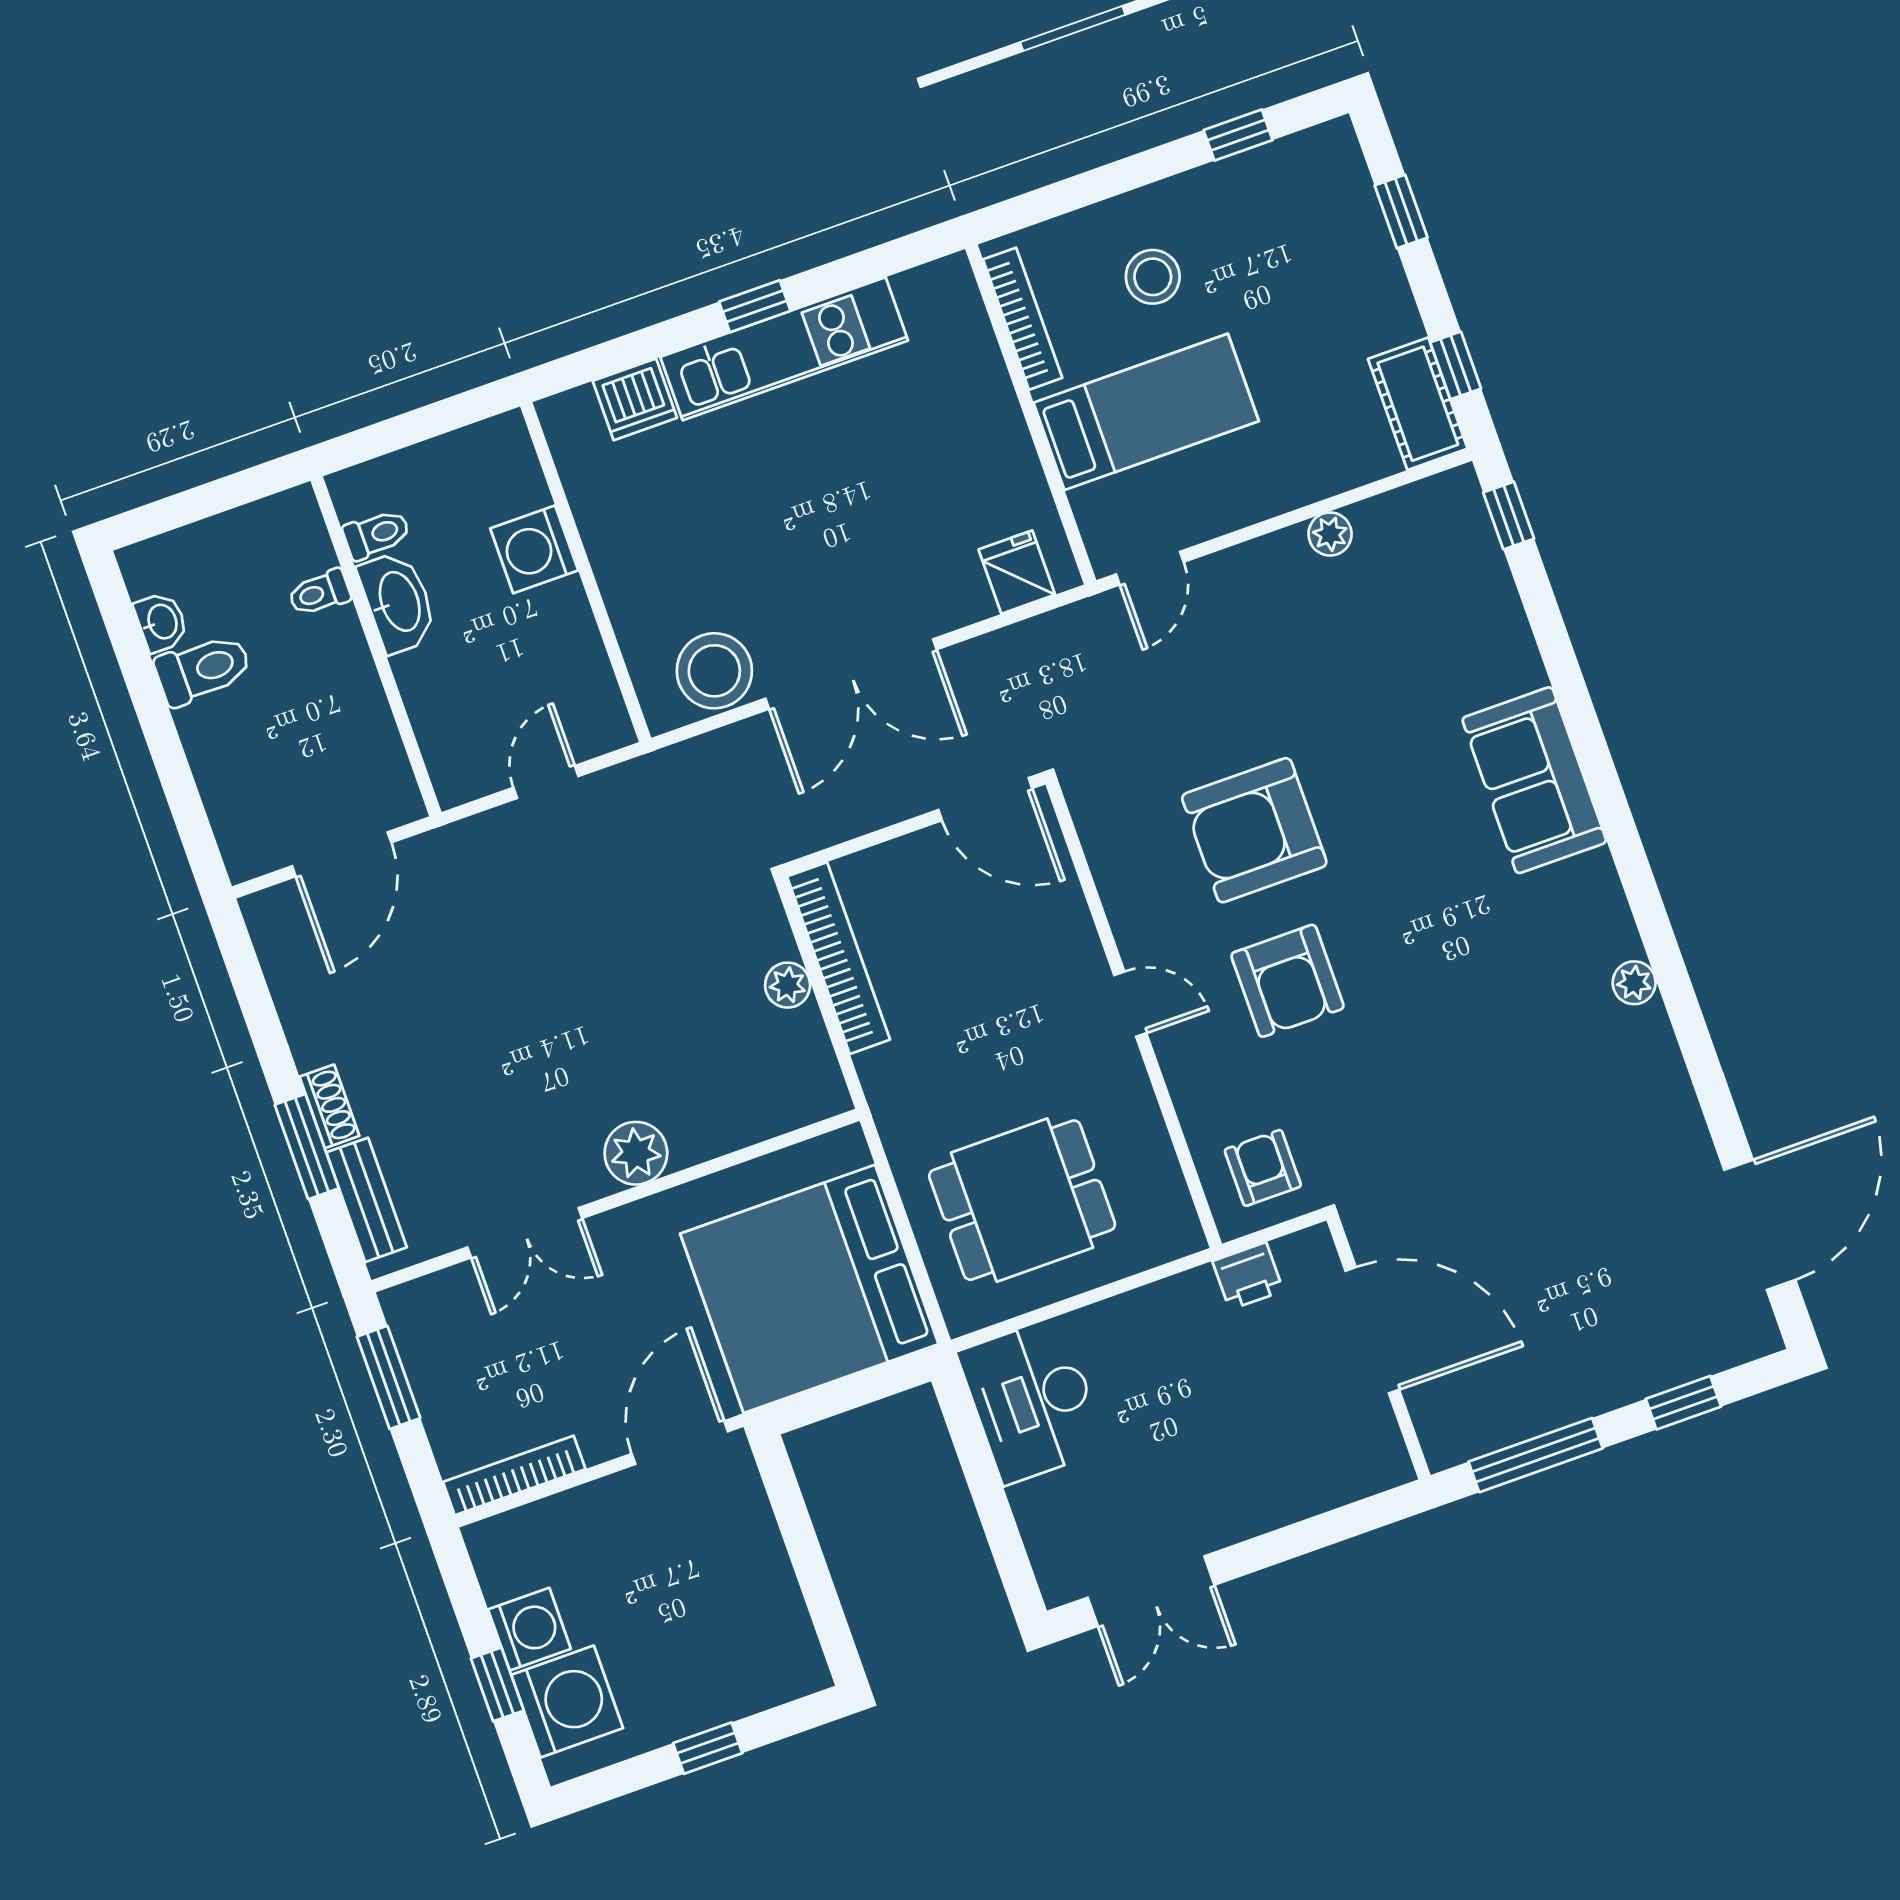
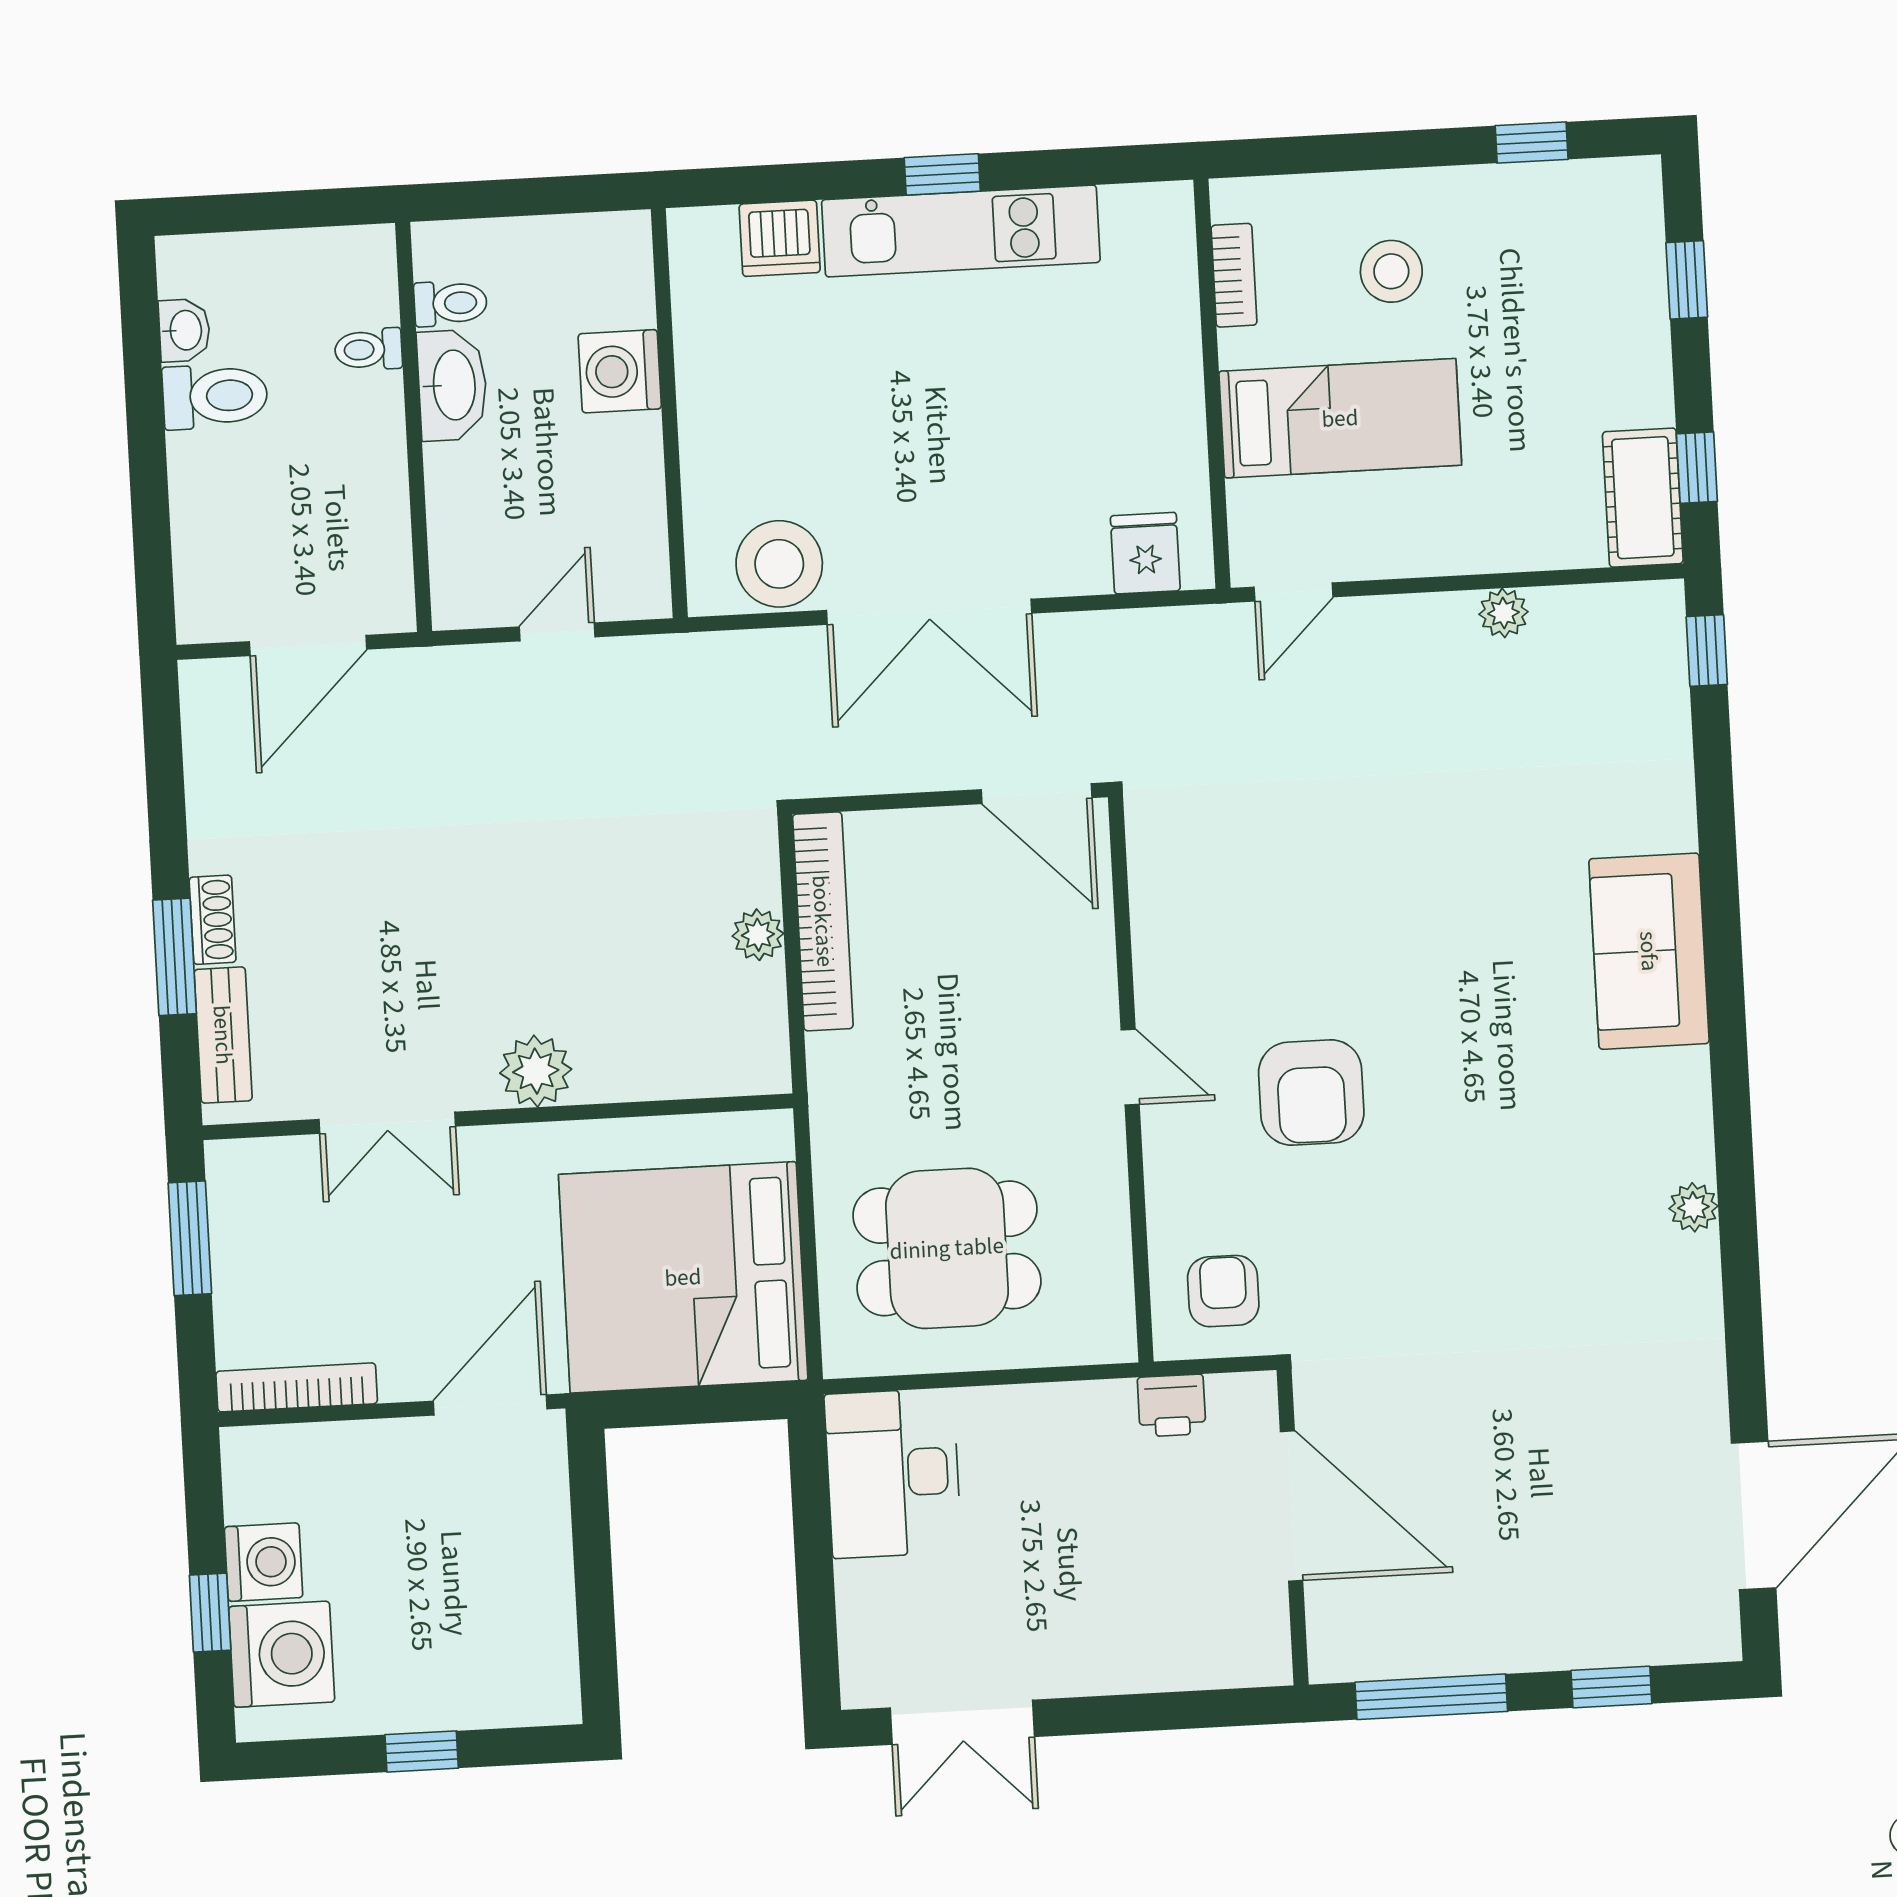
bookcase: (1023, 319) -> (1234, 275), width x0.64
armchair: (1254, 830) -> (1324, 915), removed

